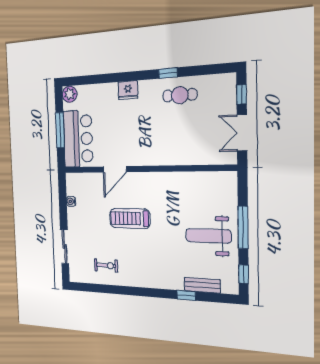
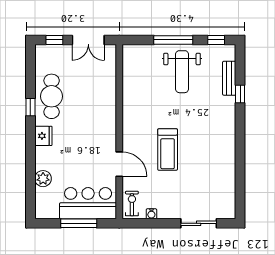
fridge: (128, 90) -> (43, 136), moved
plant: (70, 94) -> (43, 179), moved
cafe table: (180, 95) -> (52, 96), width x1.37, depth x1.35
exercise bike: (106, 265) -> (132, 204), moved

